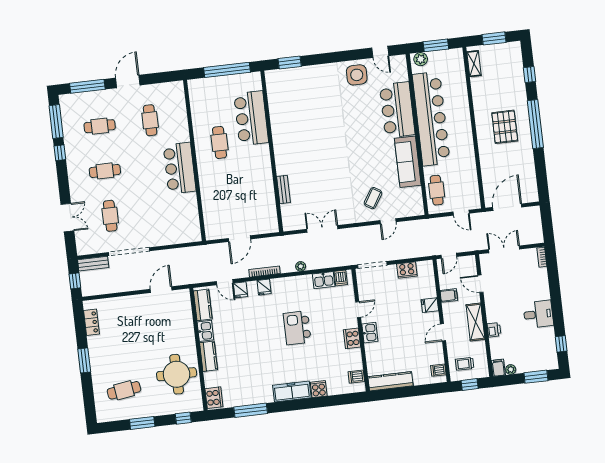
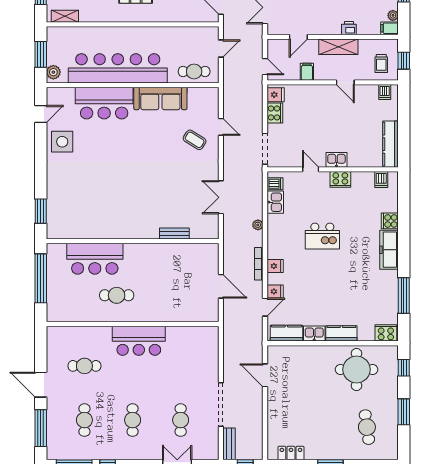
cafe table: (110, 216) -> (181, 420), turned 90
fridge: (430, 305) -> (276, 95), moved, turned -90

